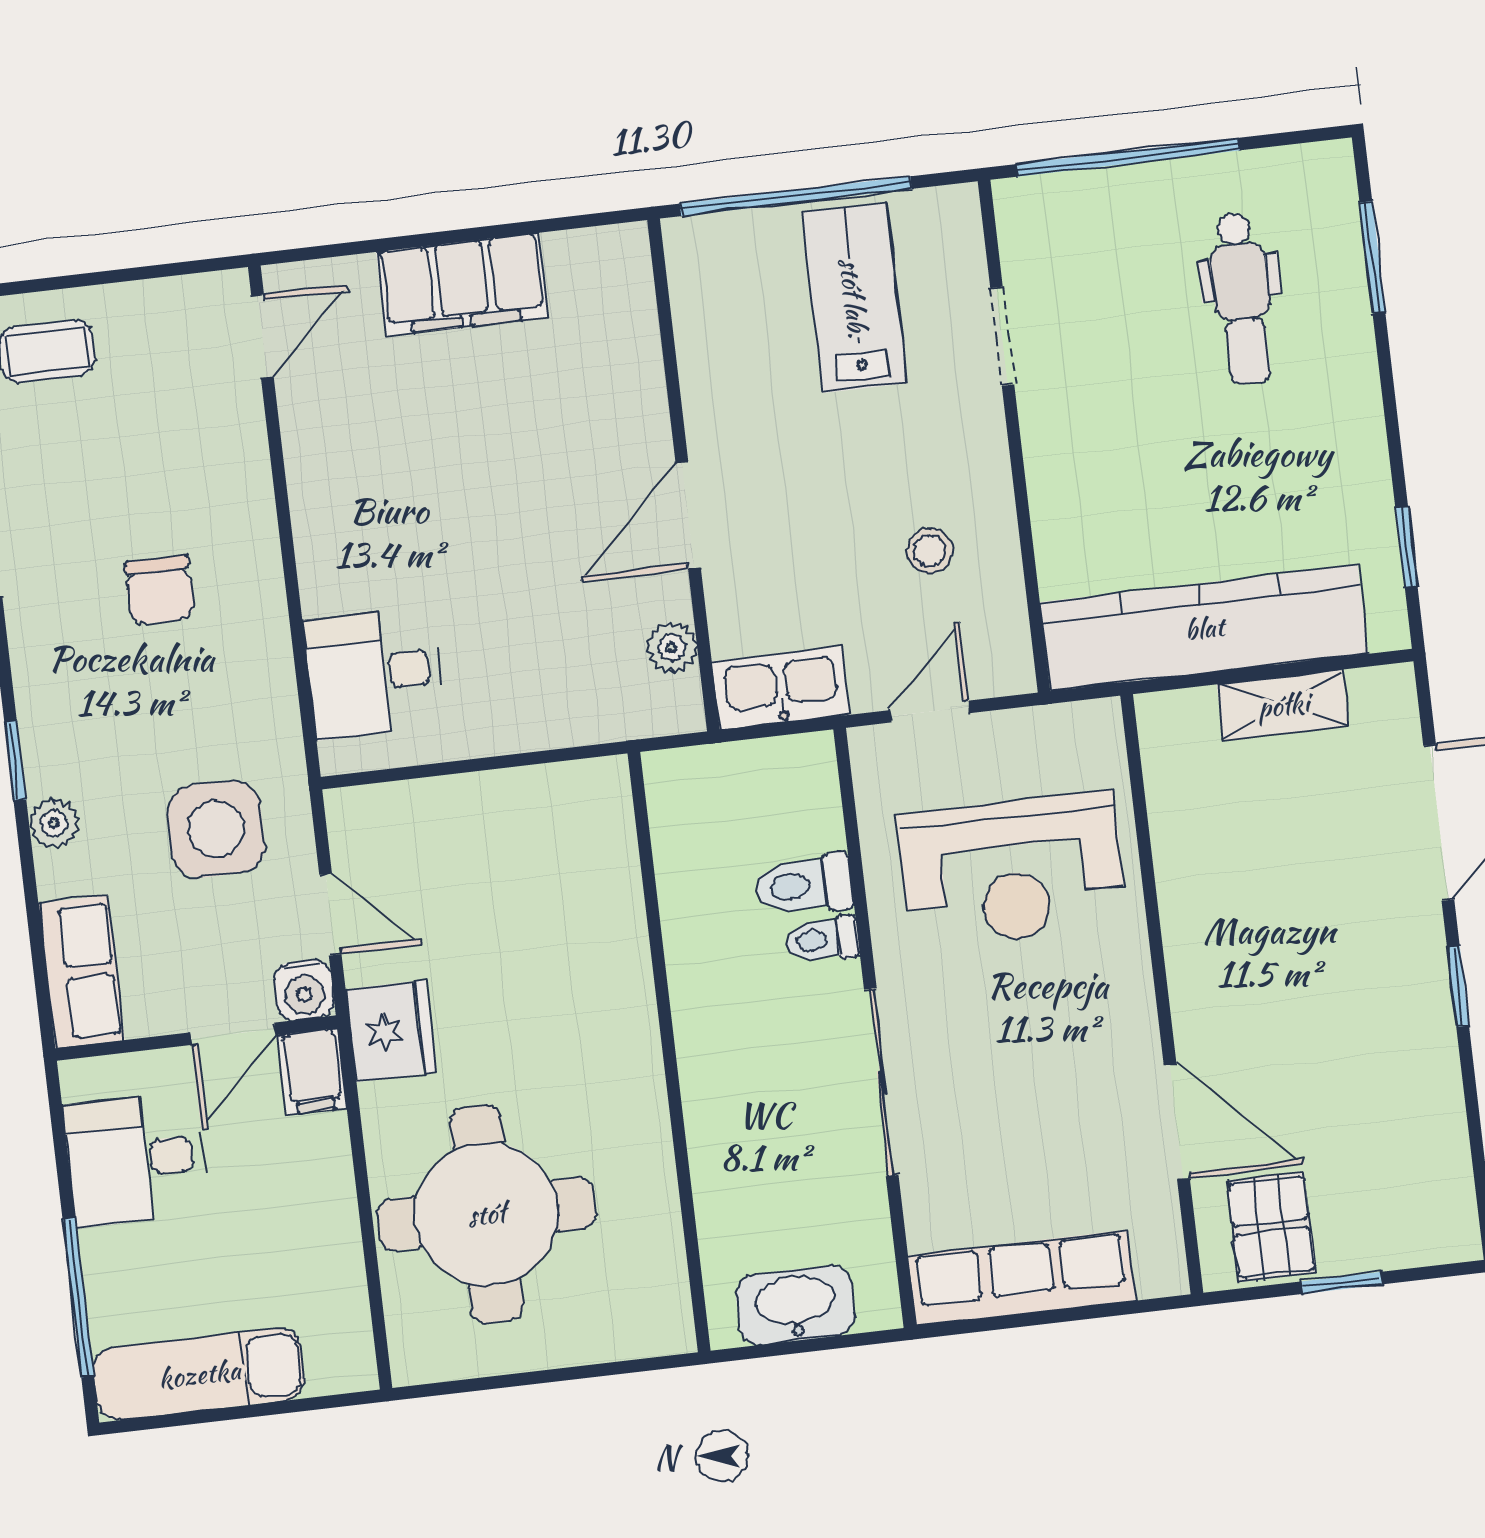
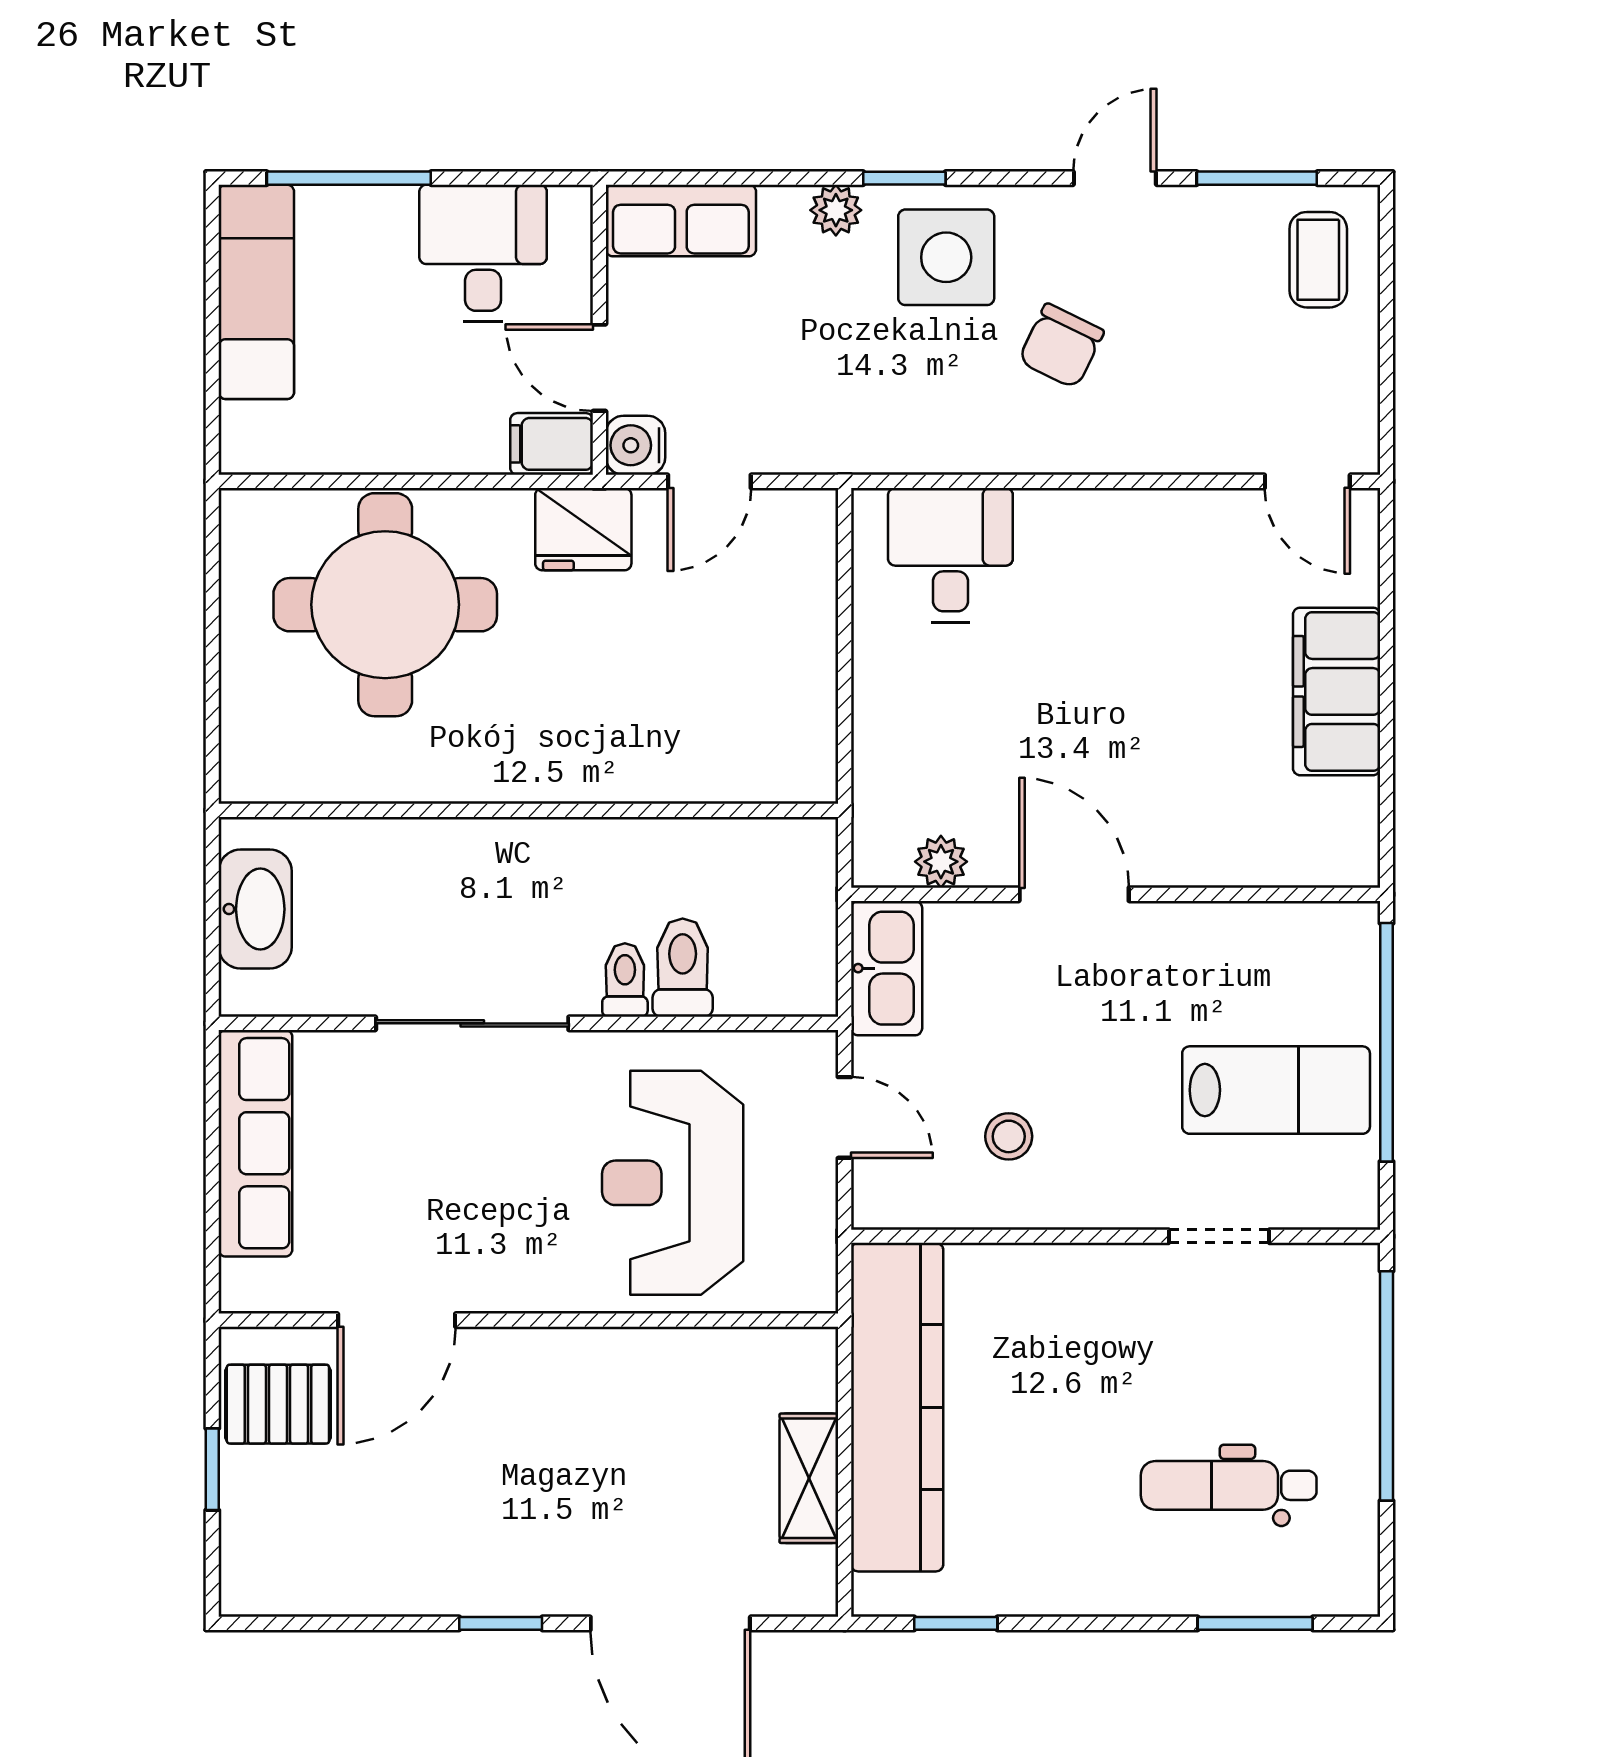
chair: (160, 590) -> (1061, 346), turned -64
side table: (216, 829) -> (946, 257), moved

